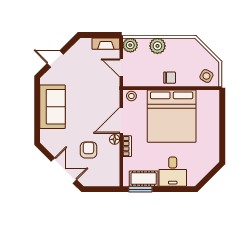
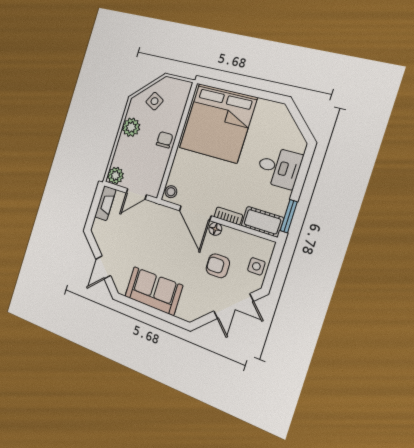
plant: (157, 46) -> (131, 127), moved
side table: (206, 76) -> (154, 101), moved
bed: (172, 116) -> (218, 123), moved, turned 90
double door: (64, 171) -> (233, 306), swing flipped
side table: (98, 178) -> (256, 266), added
cot: (144, 179) -> (262, 222), moved, turned 90

